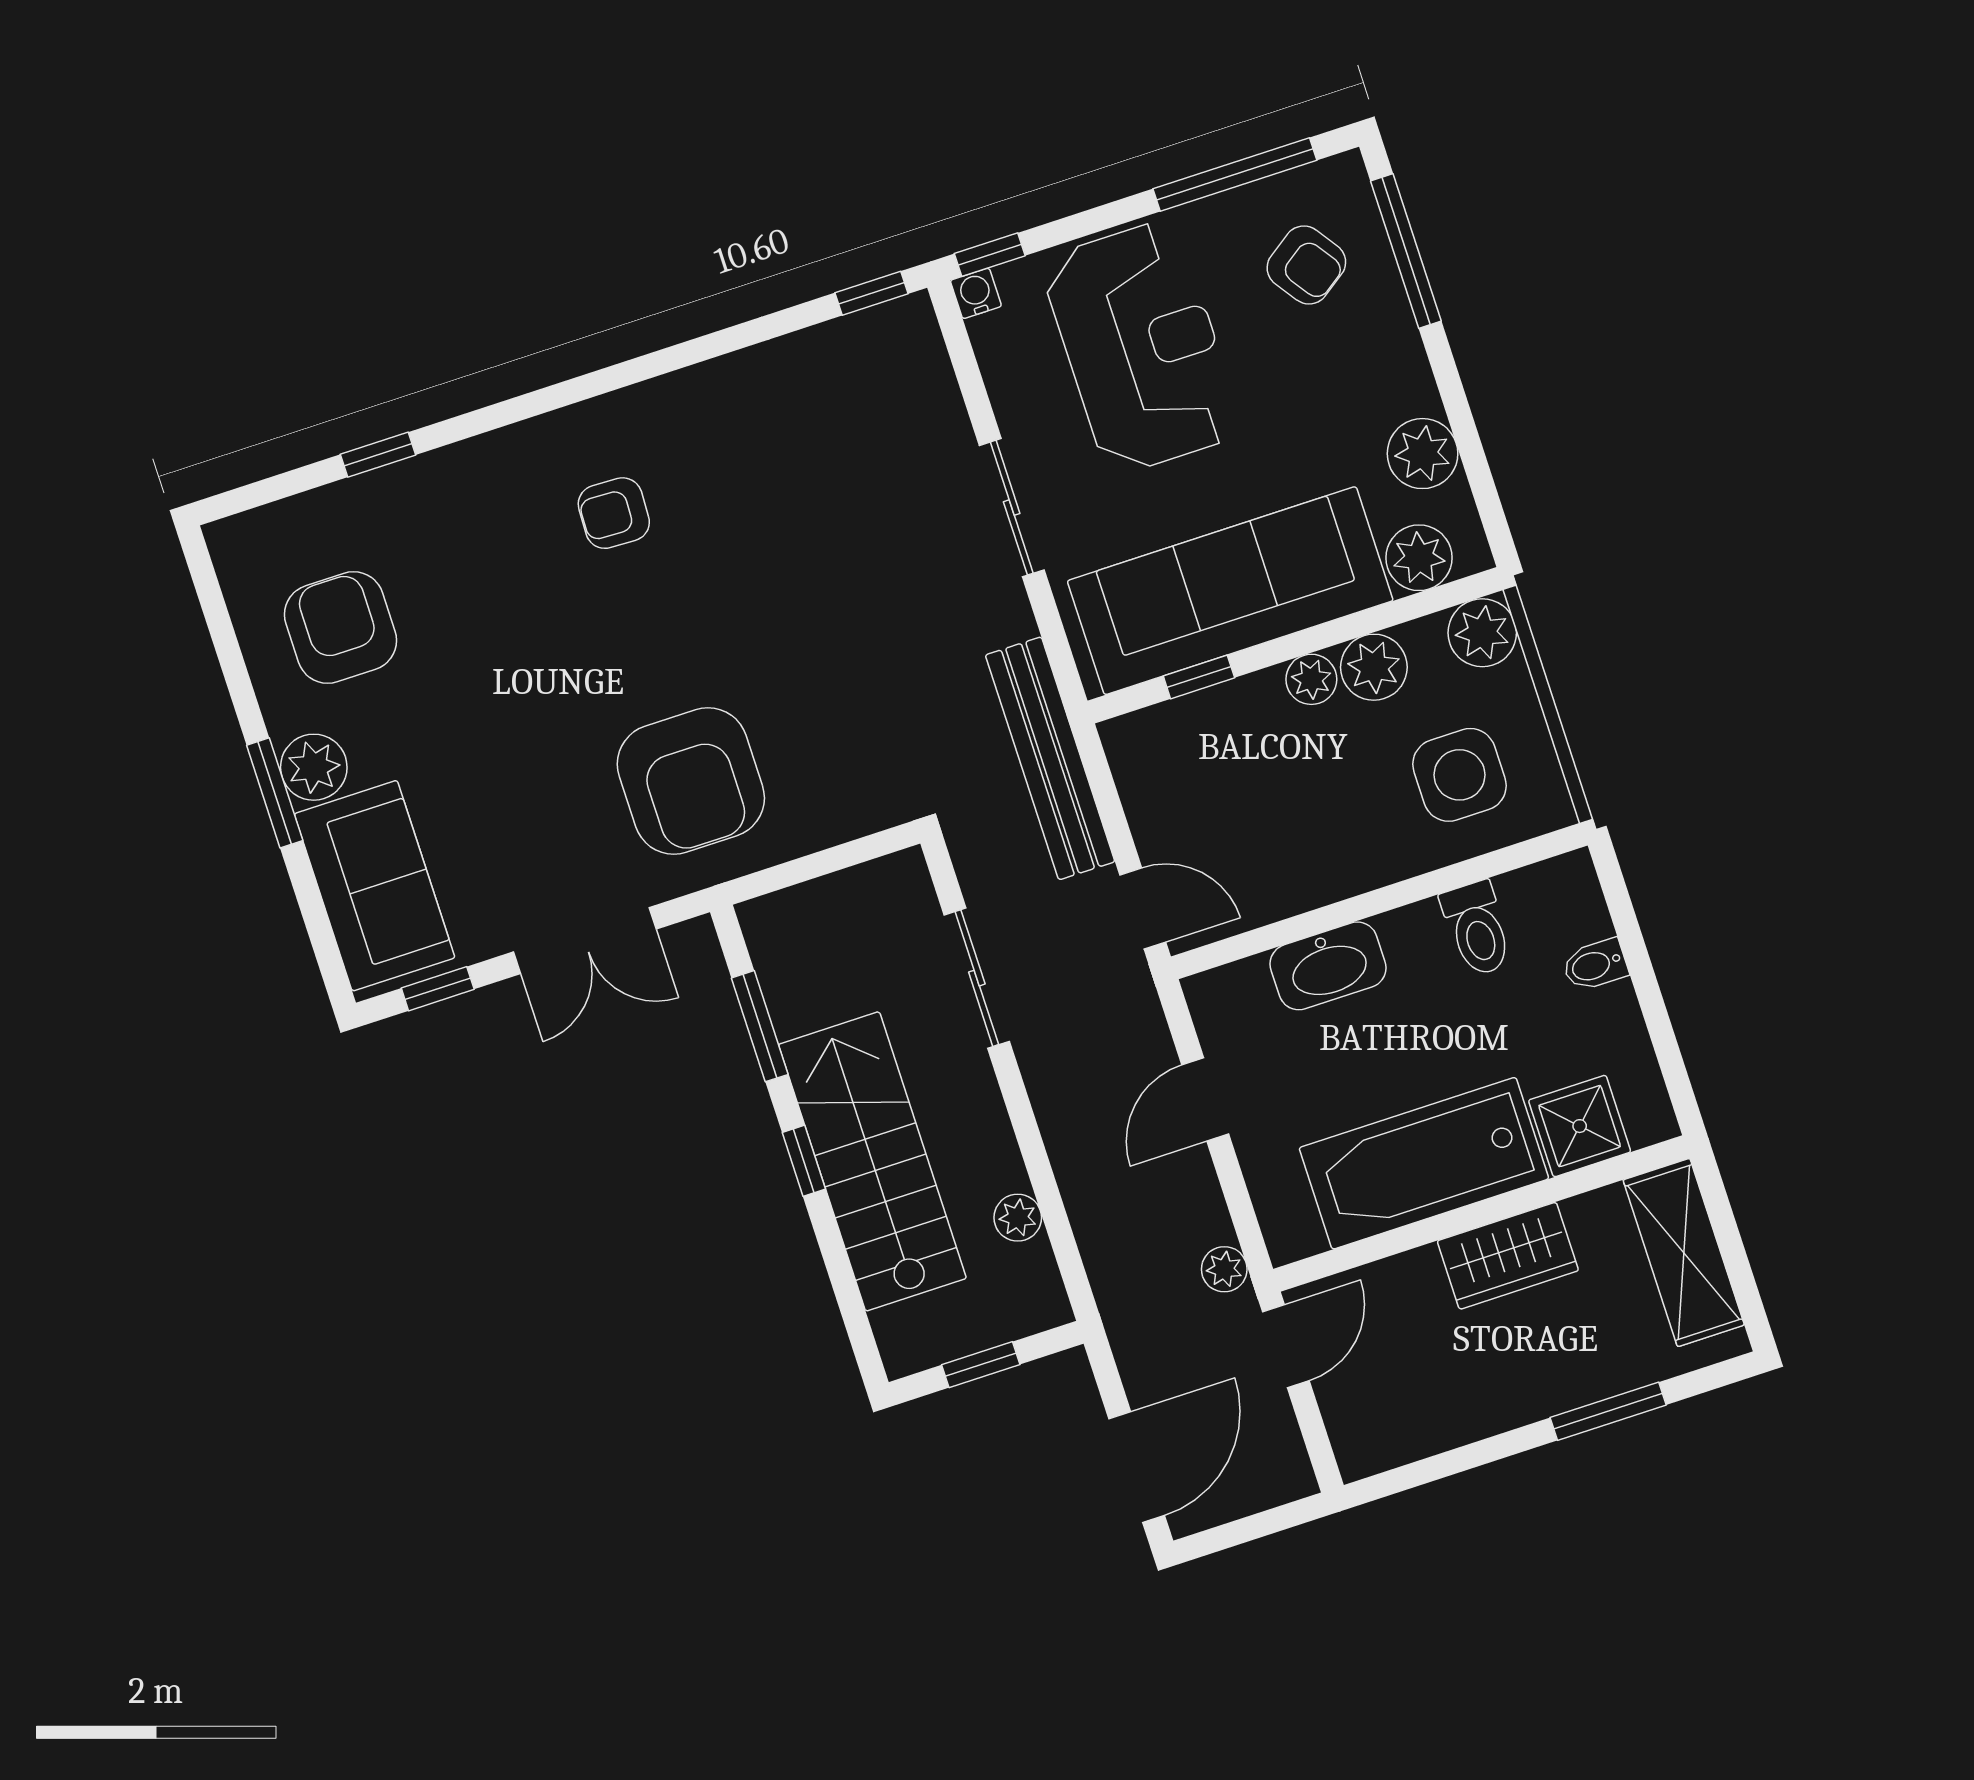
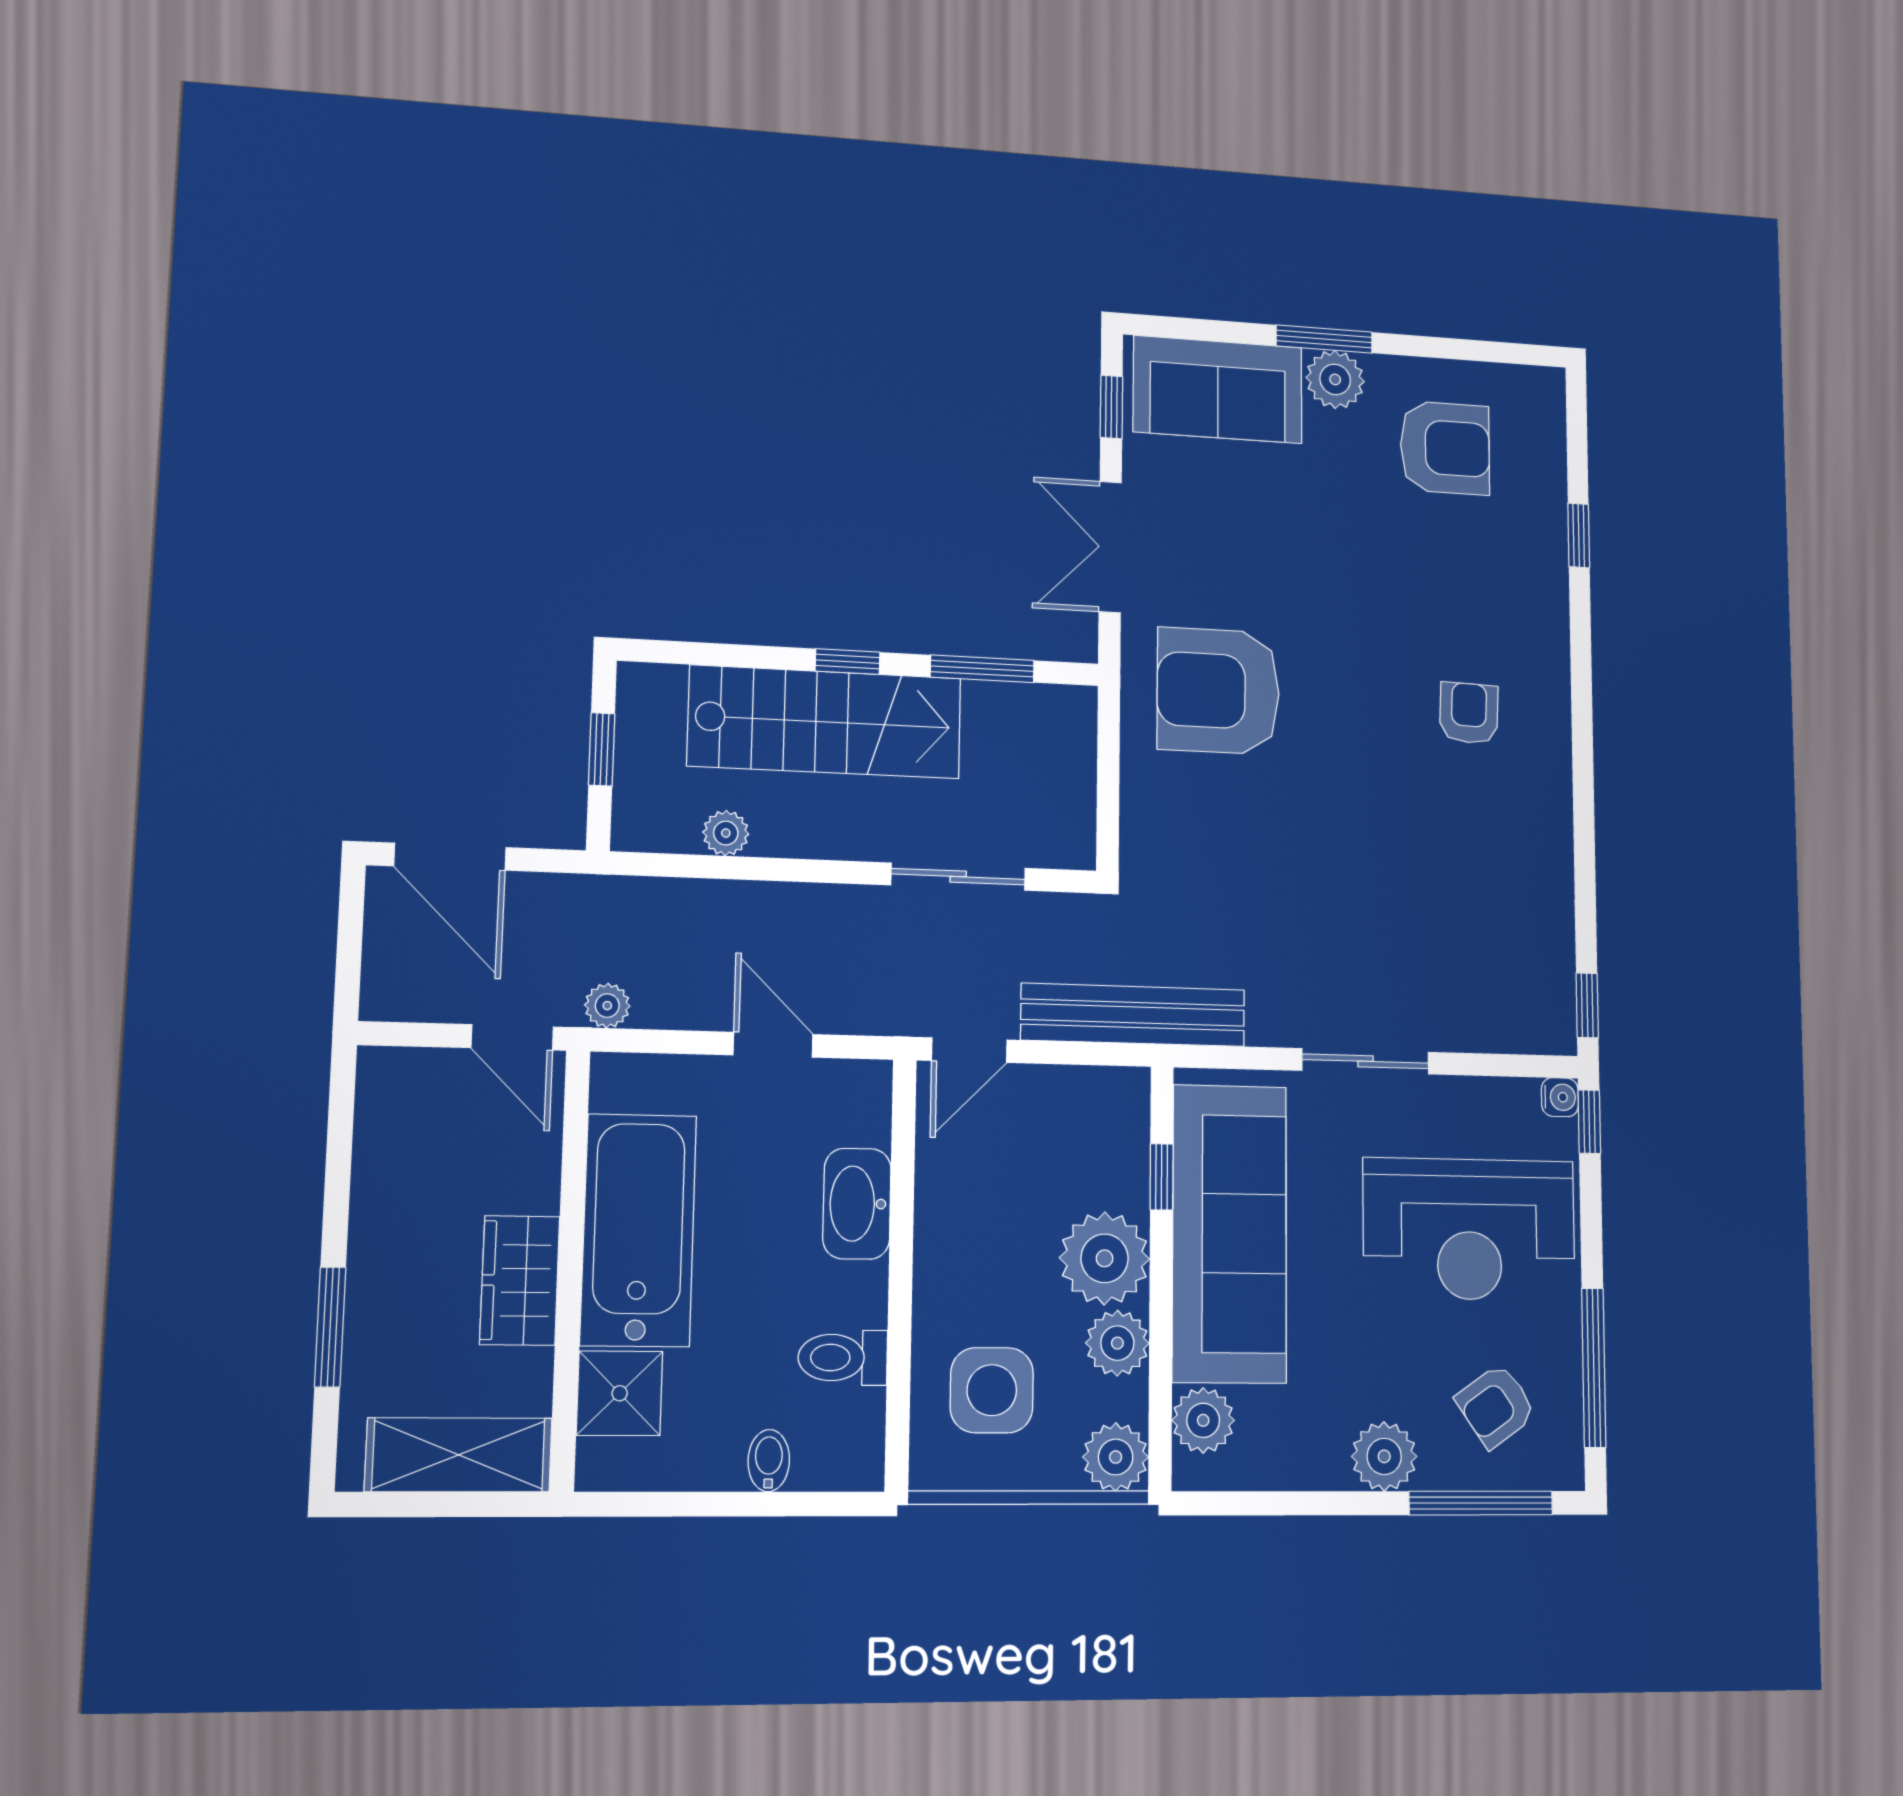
plant: (1423, 454) -> (1384, 1456), moved
plant: (1311, 679) -> (1105, 1258), width x1.87, depth x1.87

